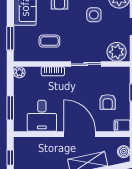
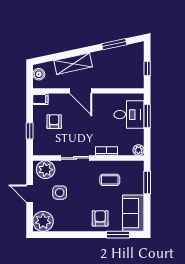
side table: (94, 15) -> (60, 193), moved
desk: (42, 116) -> (129, 115), moved, turned 90
door: (80, 134) -> (81, 91), width x0.73

